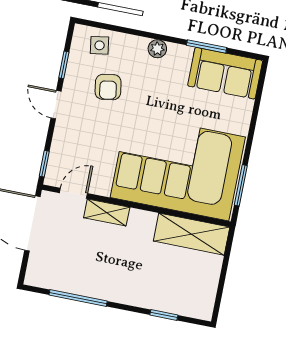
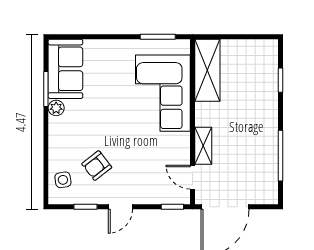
plant: (157, 49) -> (56, 108), moved
armchair: (108, 87) -> (97, 166), turned 151
corner sofa: (178, 167) -> (163, 93), width x0.73, depth x0.74

